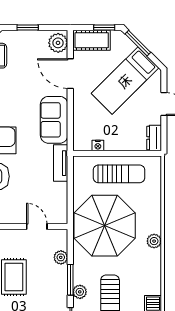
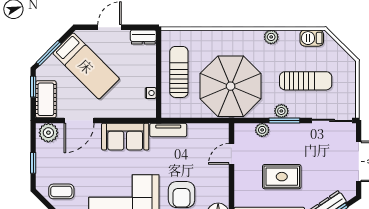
plant: (154, 241) -> (271, 37), moved
plant: (80, 292) -> (281, 111), moved

